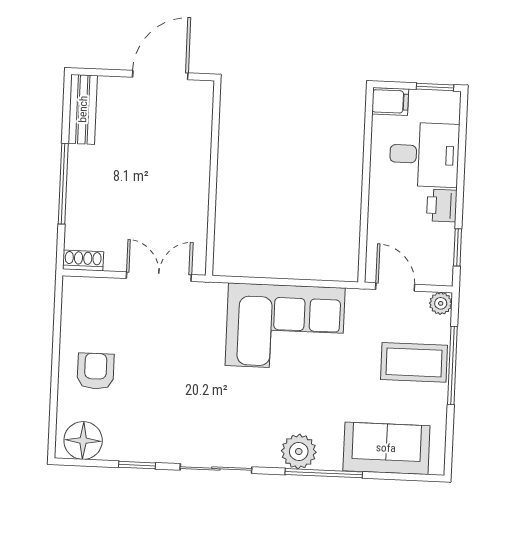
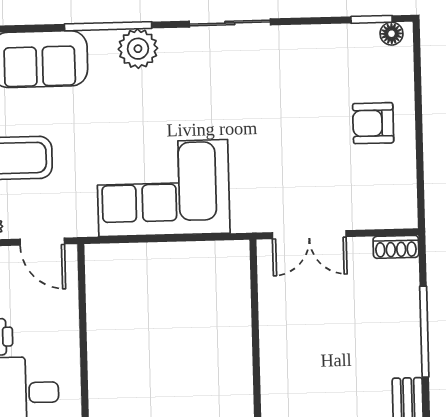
armchair: (96, 371) -> (373, 123), turned 90
floor lamp: (83, 441) -> (392, 34), width x0.53, depth x0.53
window: (137, 465) -> (372, 19), moved

